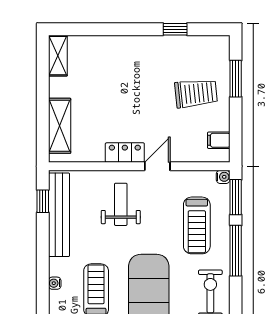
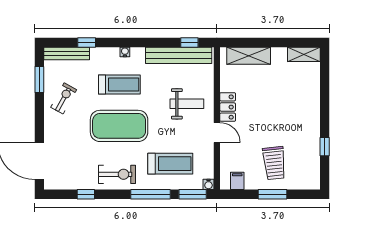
window: (236, 79) -> (273, 194), moved
treadmill: (197, 225) -> (170, 164), turned 180

